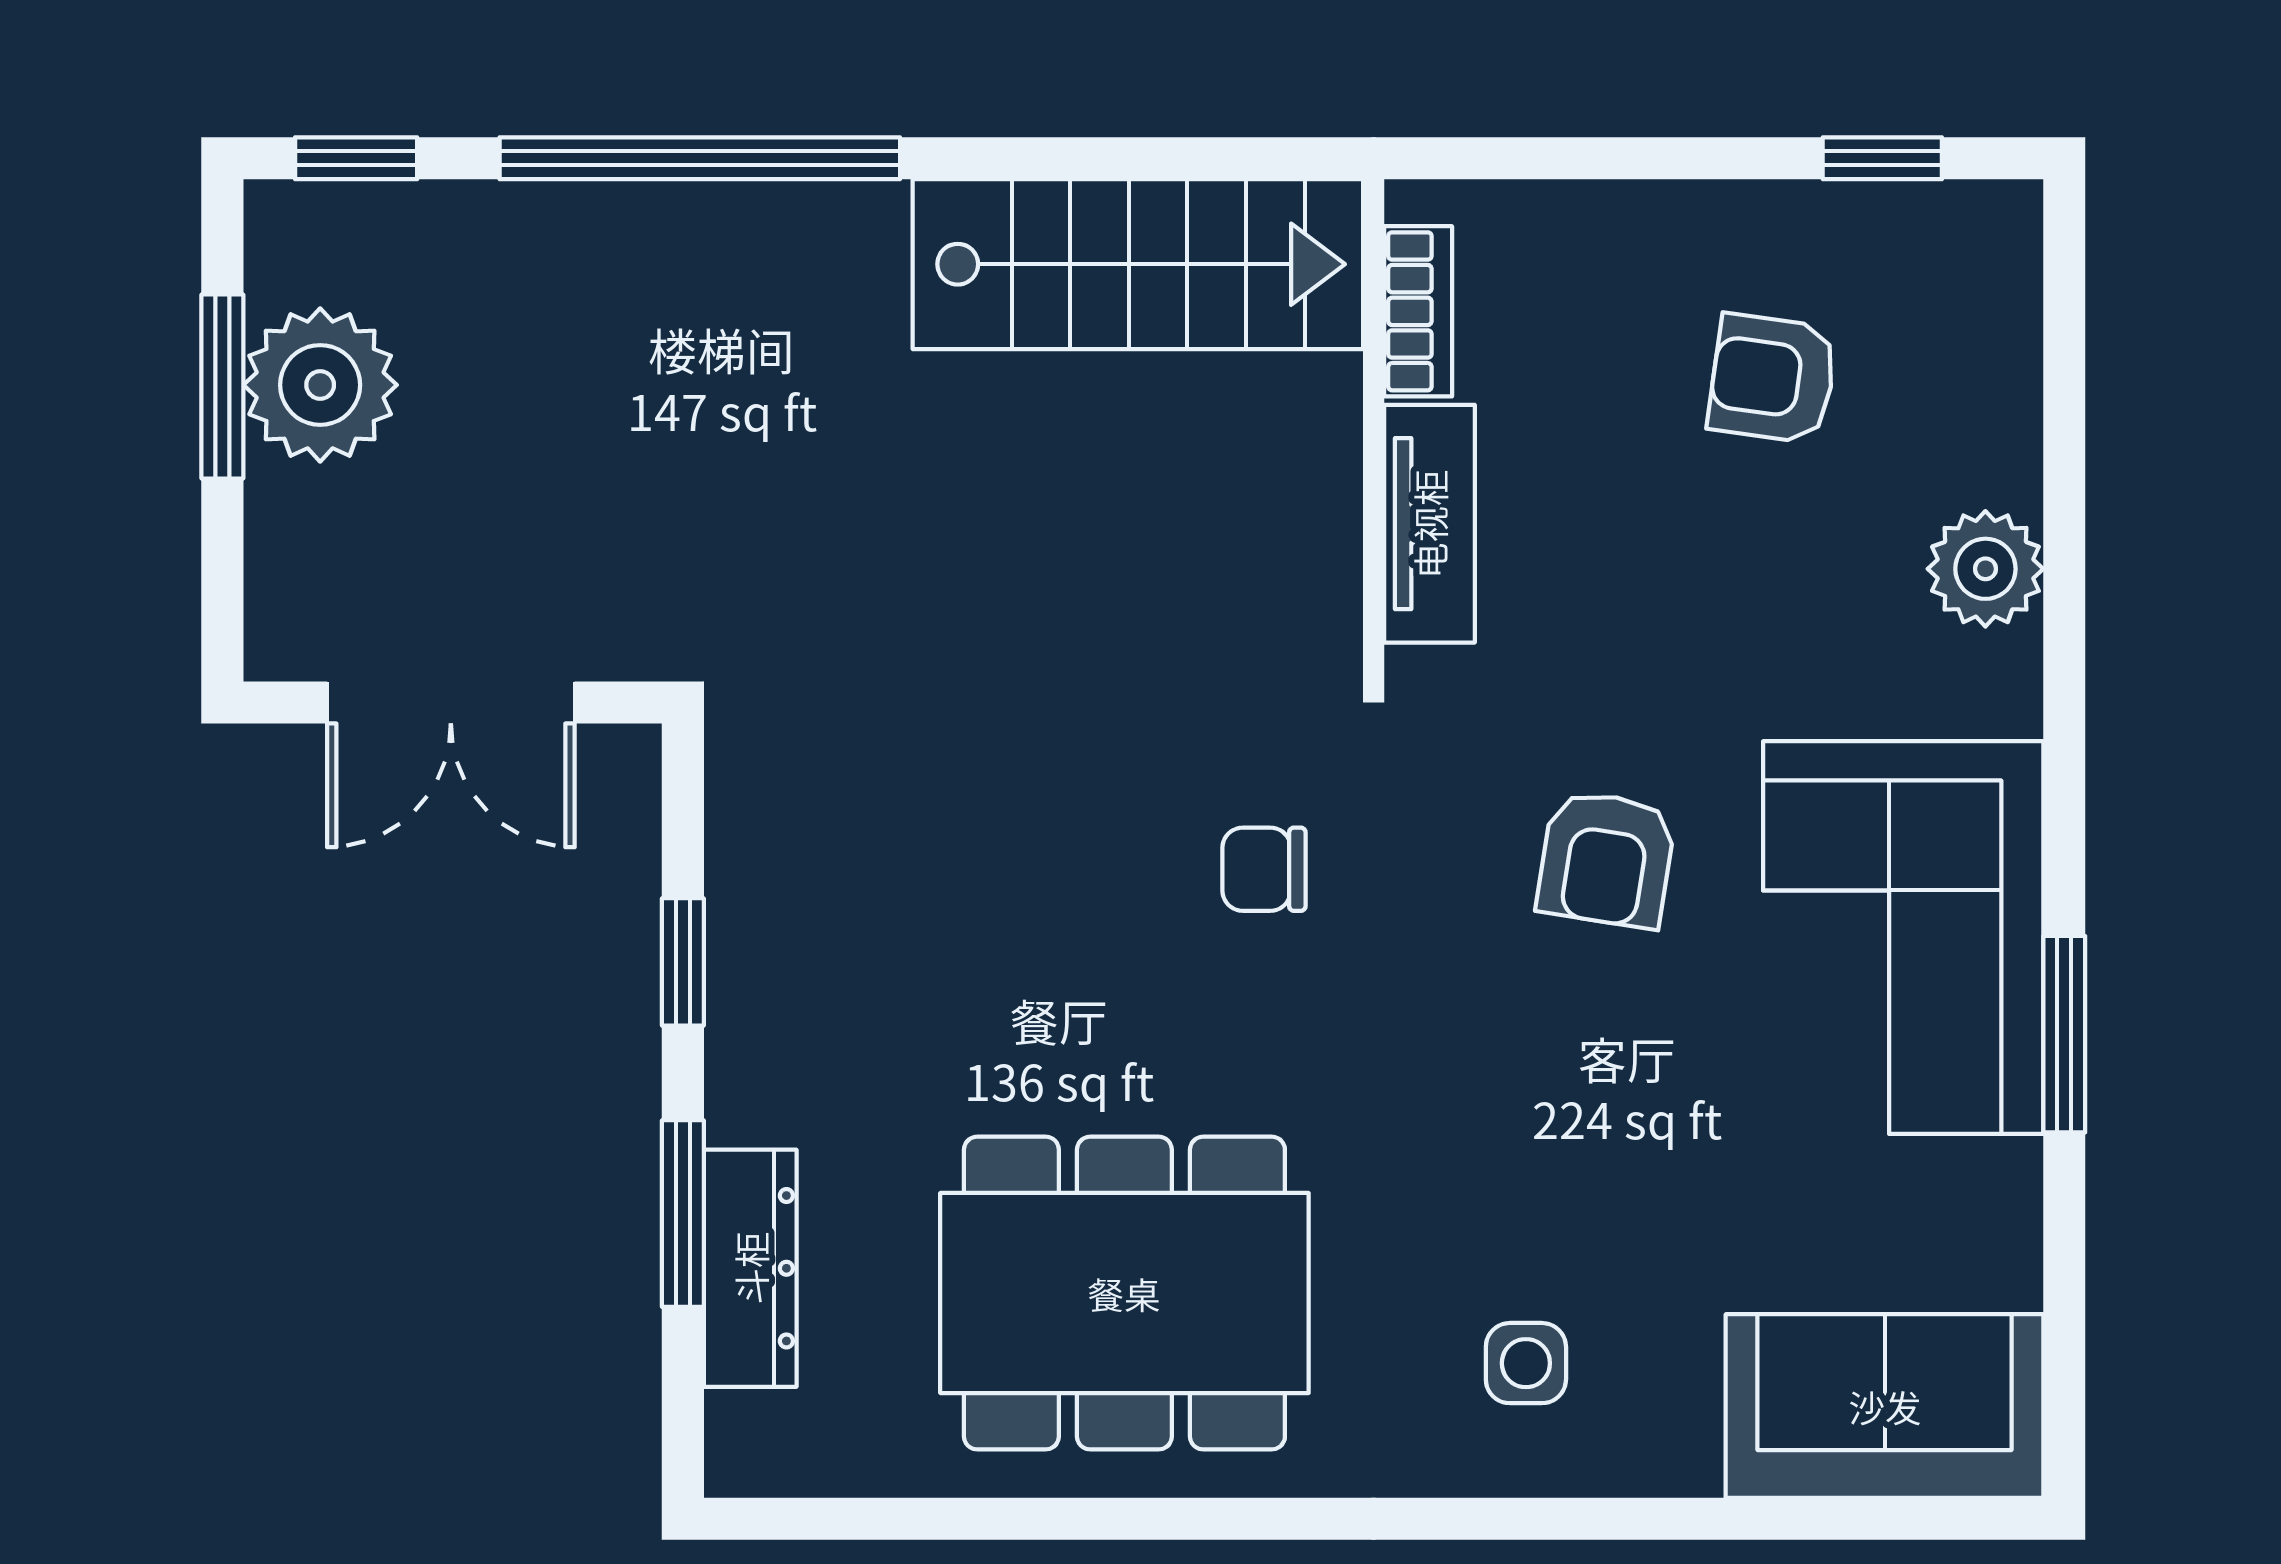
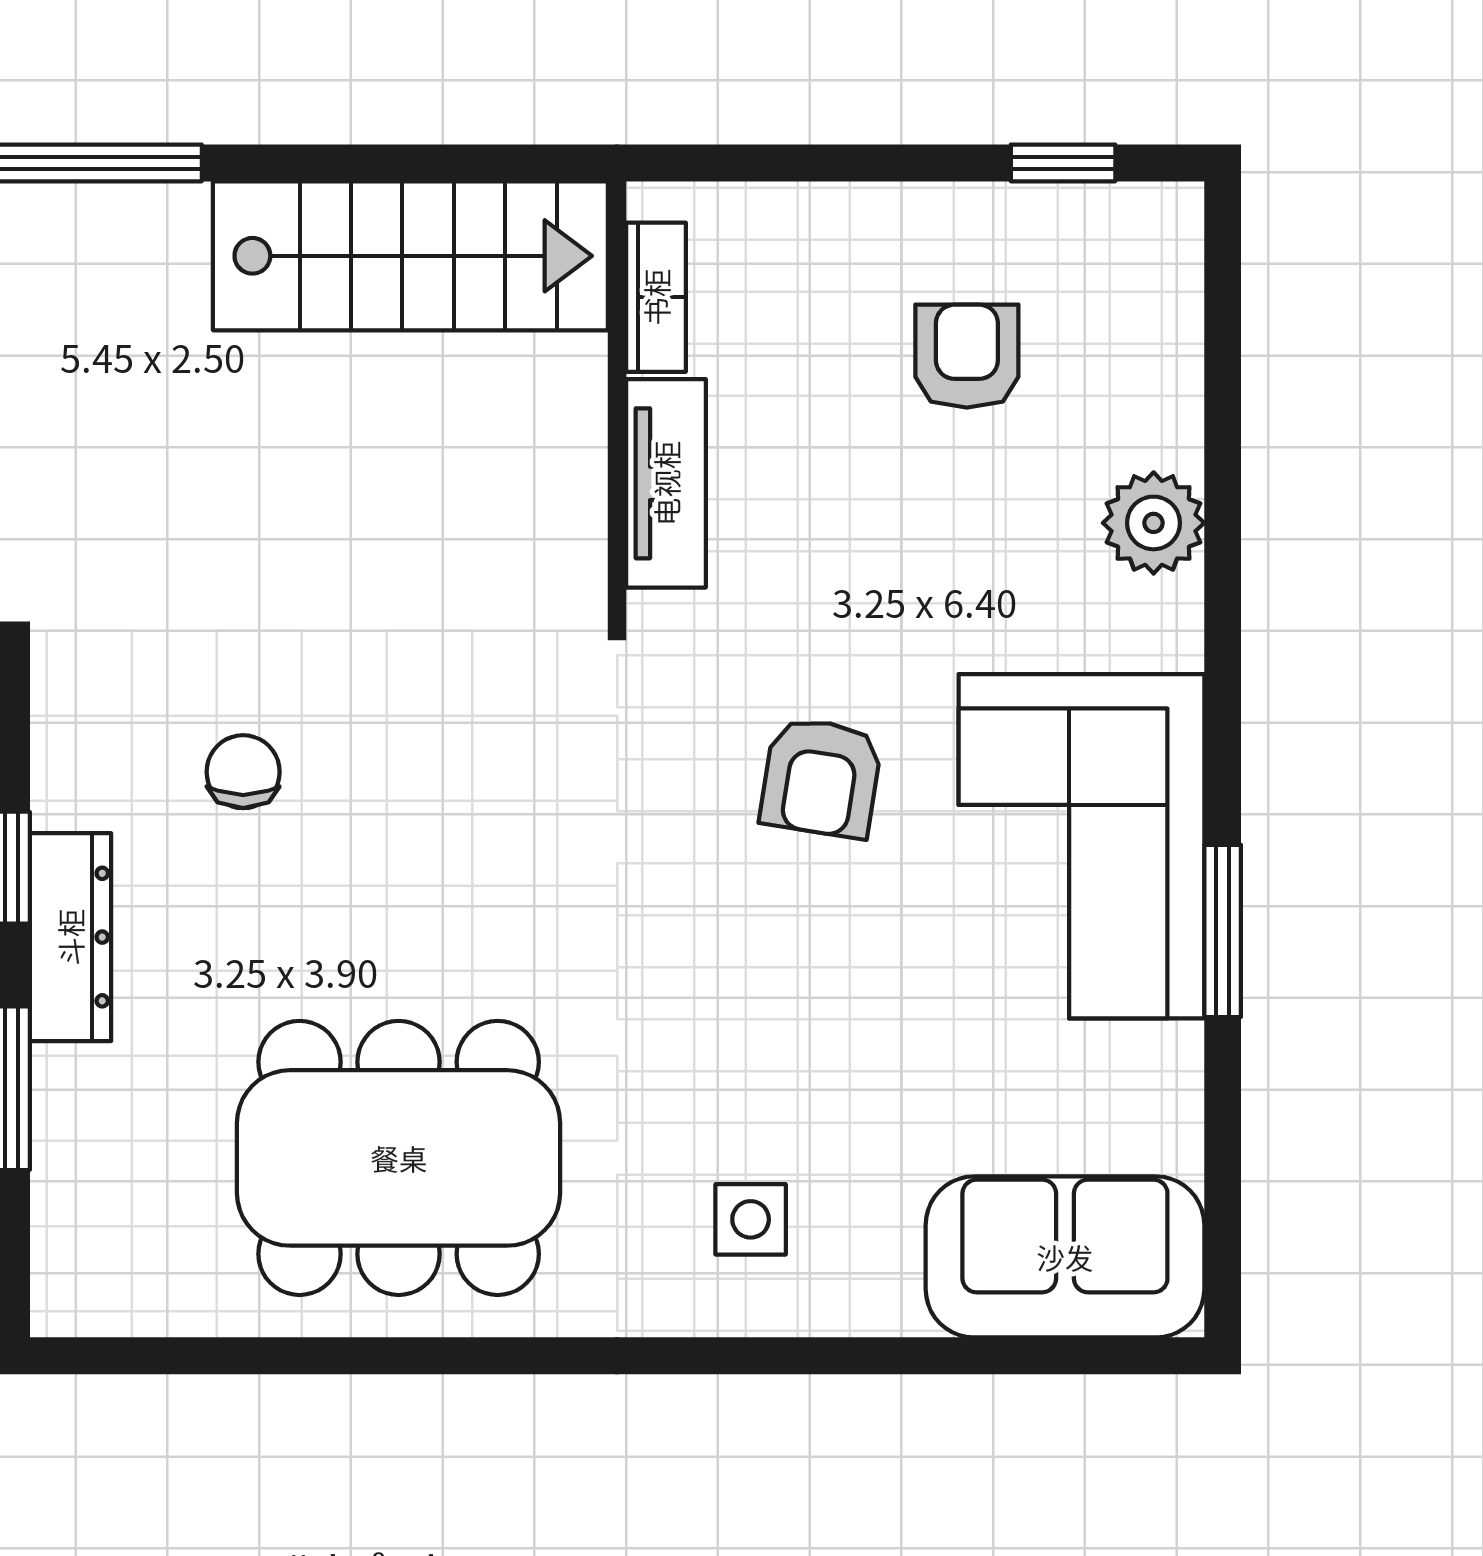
armchair: (1773, 379) -> (967, 356), turned 82
chair: (1264, 869) -> (243, 772), moved, turned 90
dresser: (750, 1268) -> (70, 937), moved

